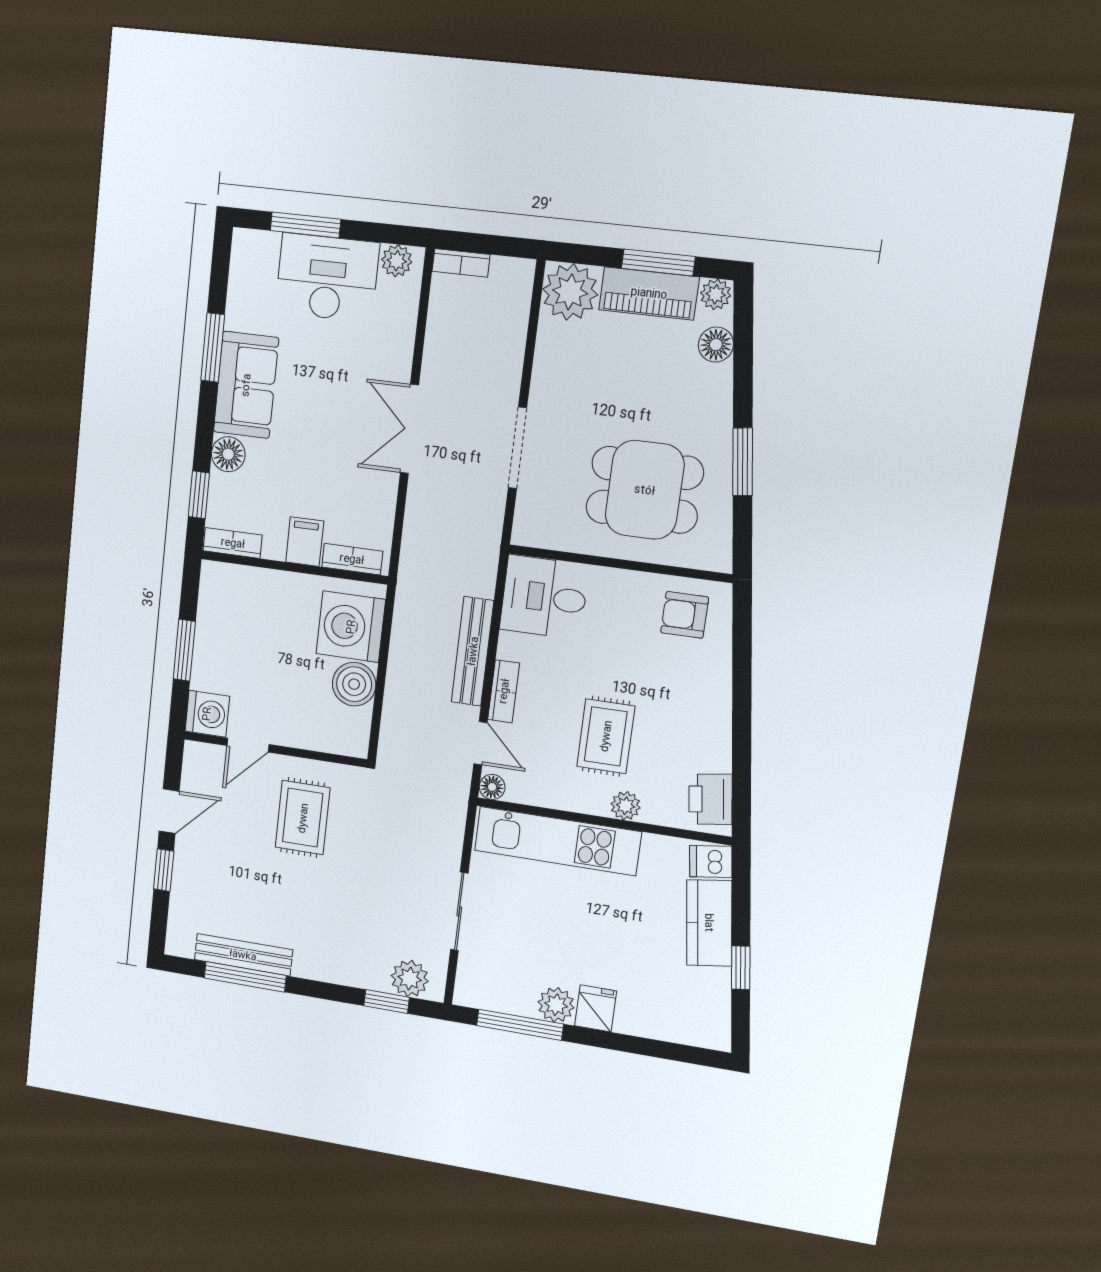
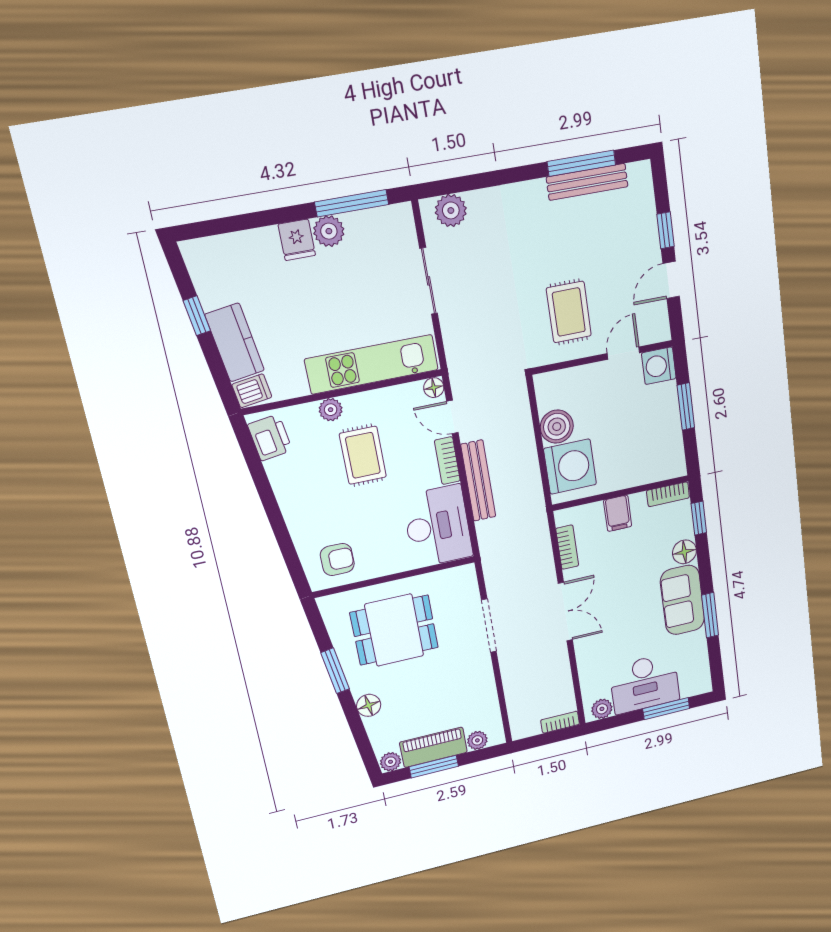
plant: (570, 292) -> (477, 740), width x0.53, depth x0.53
floor lamp: (716, 345) -> (369, 705), moved
bookcase: (352, 559) -> (567, 547), moved, turned -90
desk: (544, 597) -> (438, 526), width x1.37
window: (387, 1002) -> (464, 184), removed

